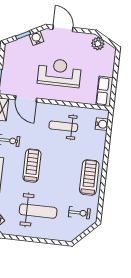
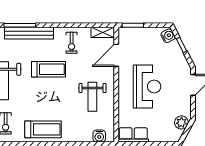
water cooler: (36, 38) -> (168, 36), moved
weight bench: (63, 126) -> (92, 97), turned 180

